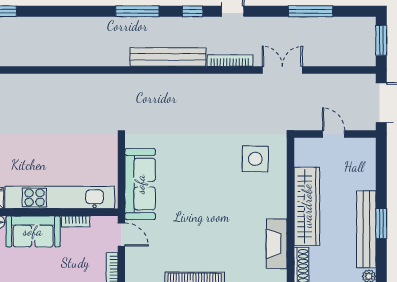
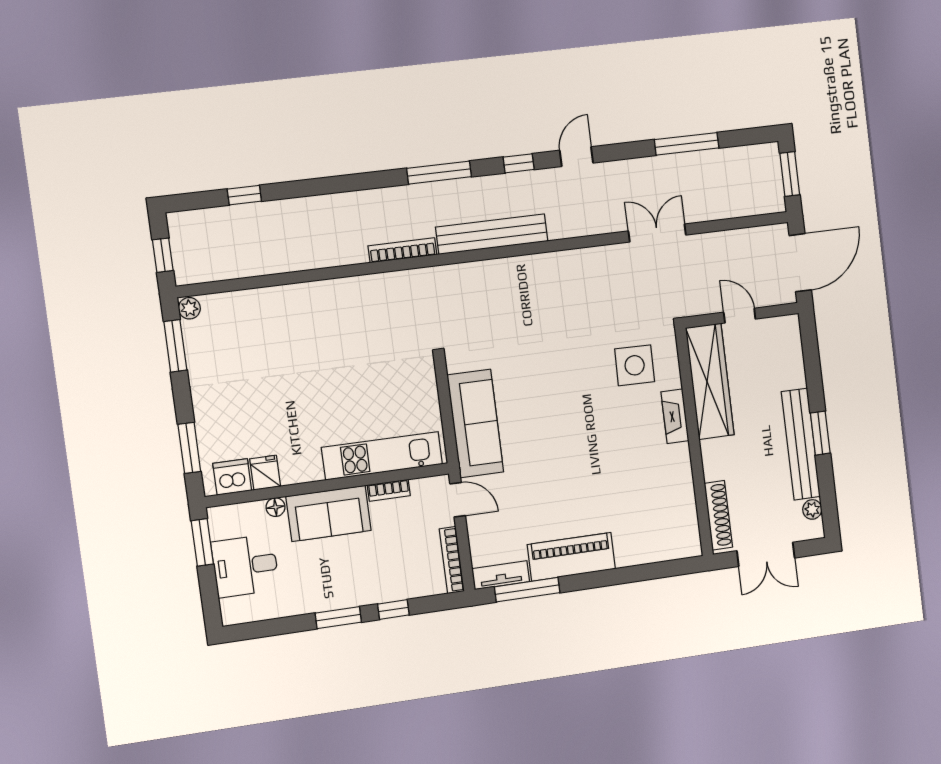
bookcase: (230, 61) -> (402, 250), moved
kitchen unit: (60, 197) -> (382, 456), width x0.73
wardrobe: (307, 206) -> (710, 381), moved
fireplace: (277, 244) -> (675, 416), moved, width x0.73, depth x0.76

